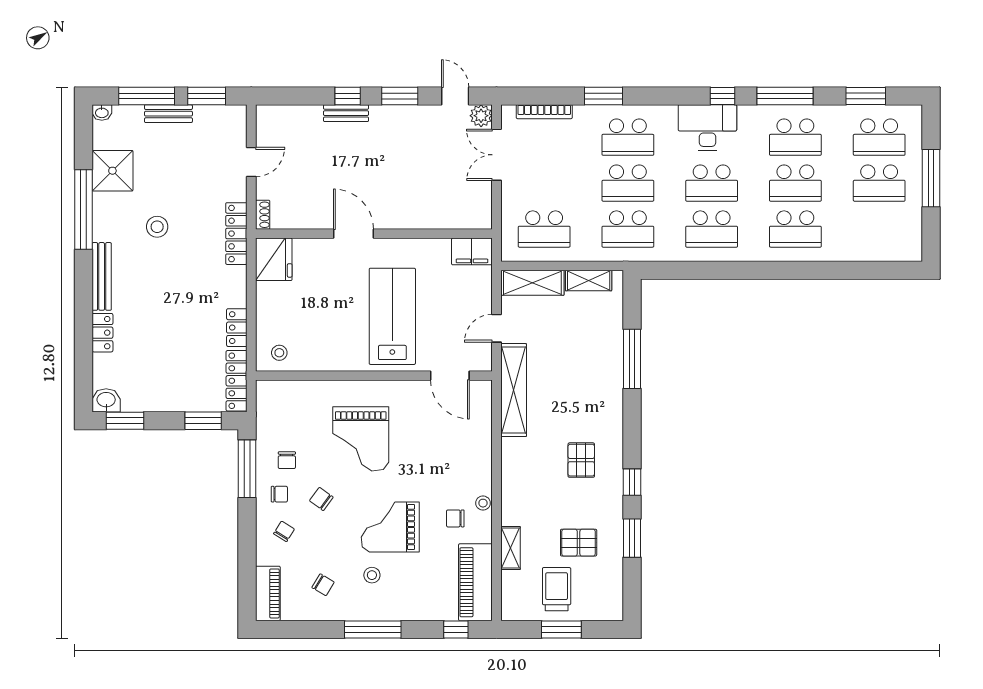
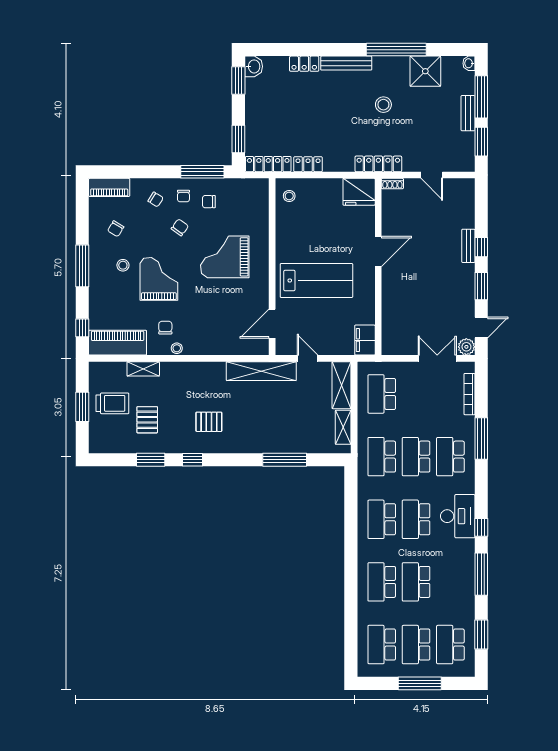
window: (604, 96) -> (481, 438), width x1.44
school desk: (795, 137) -> (382, 645), moved

